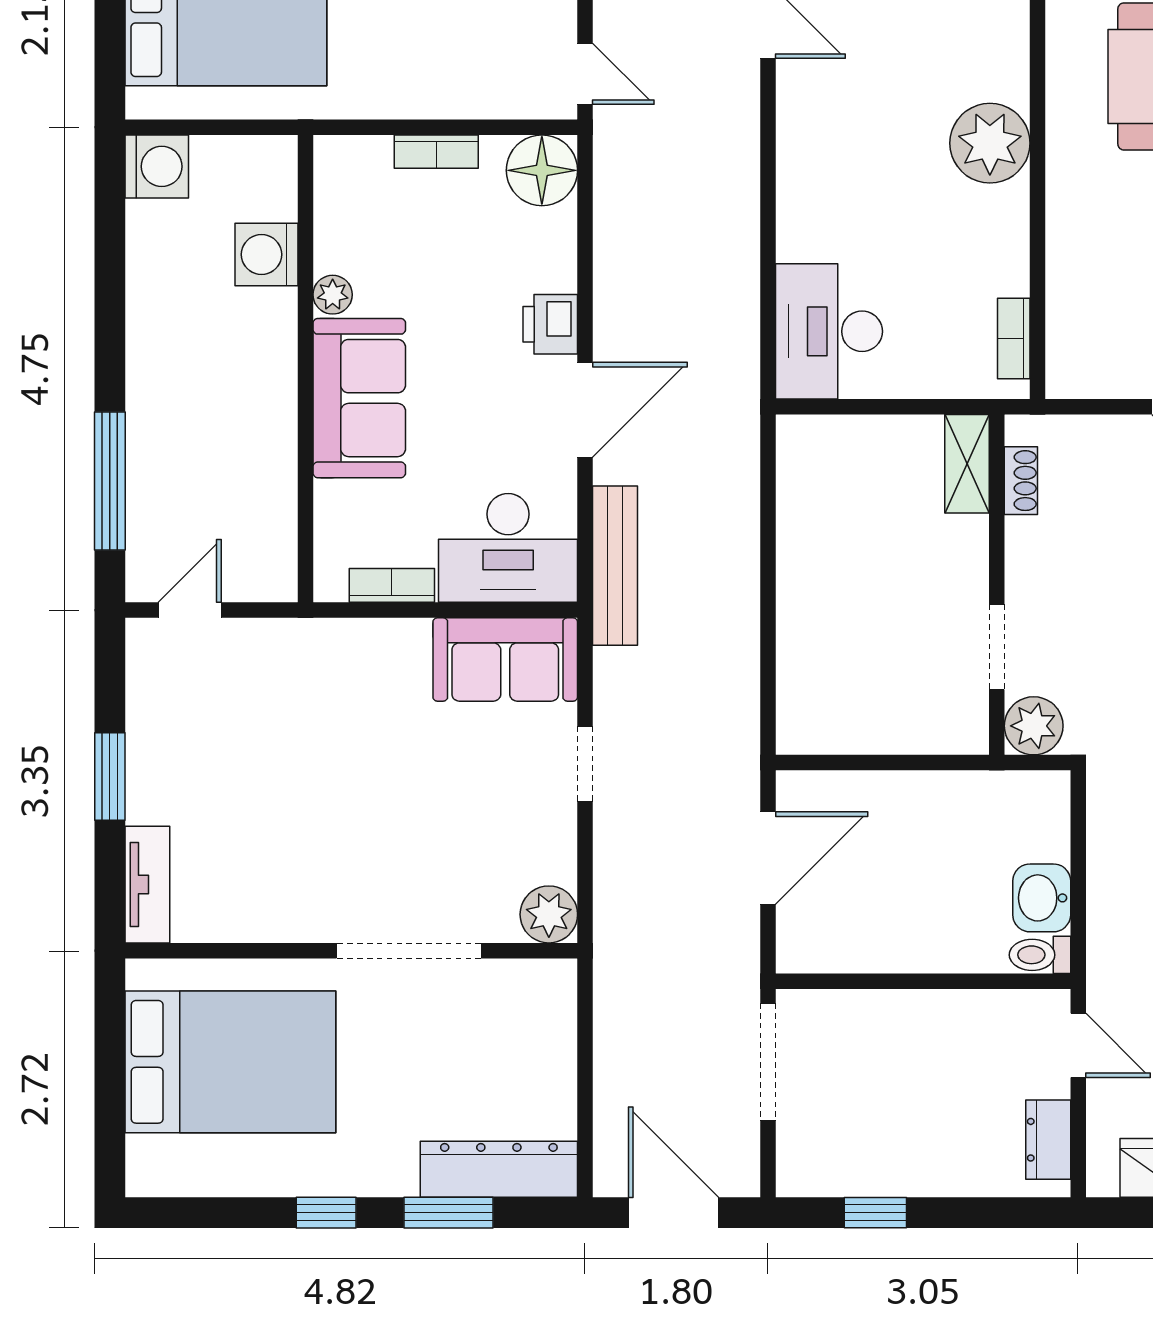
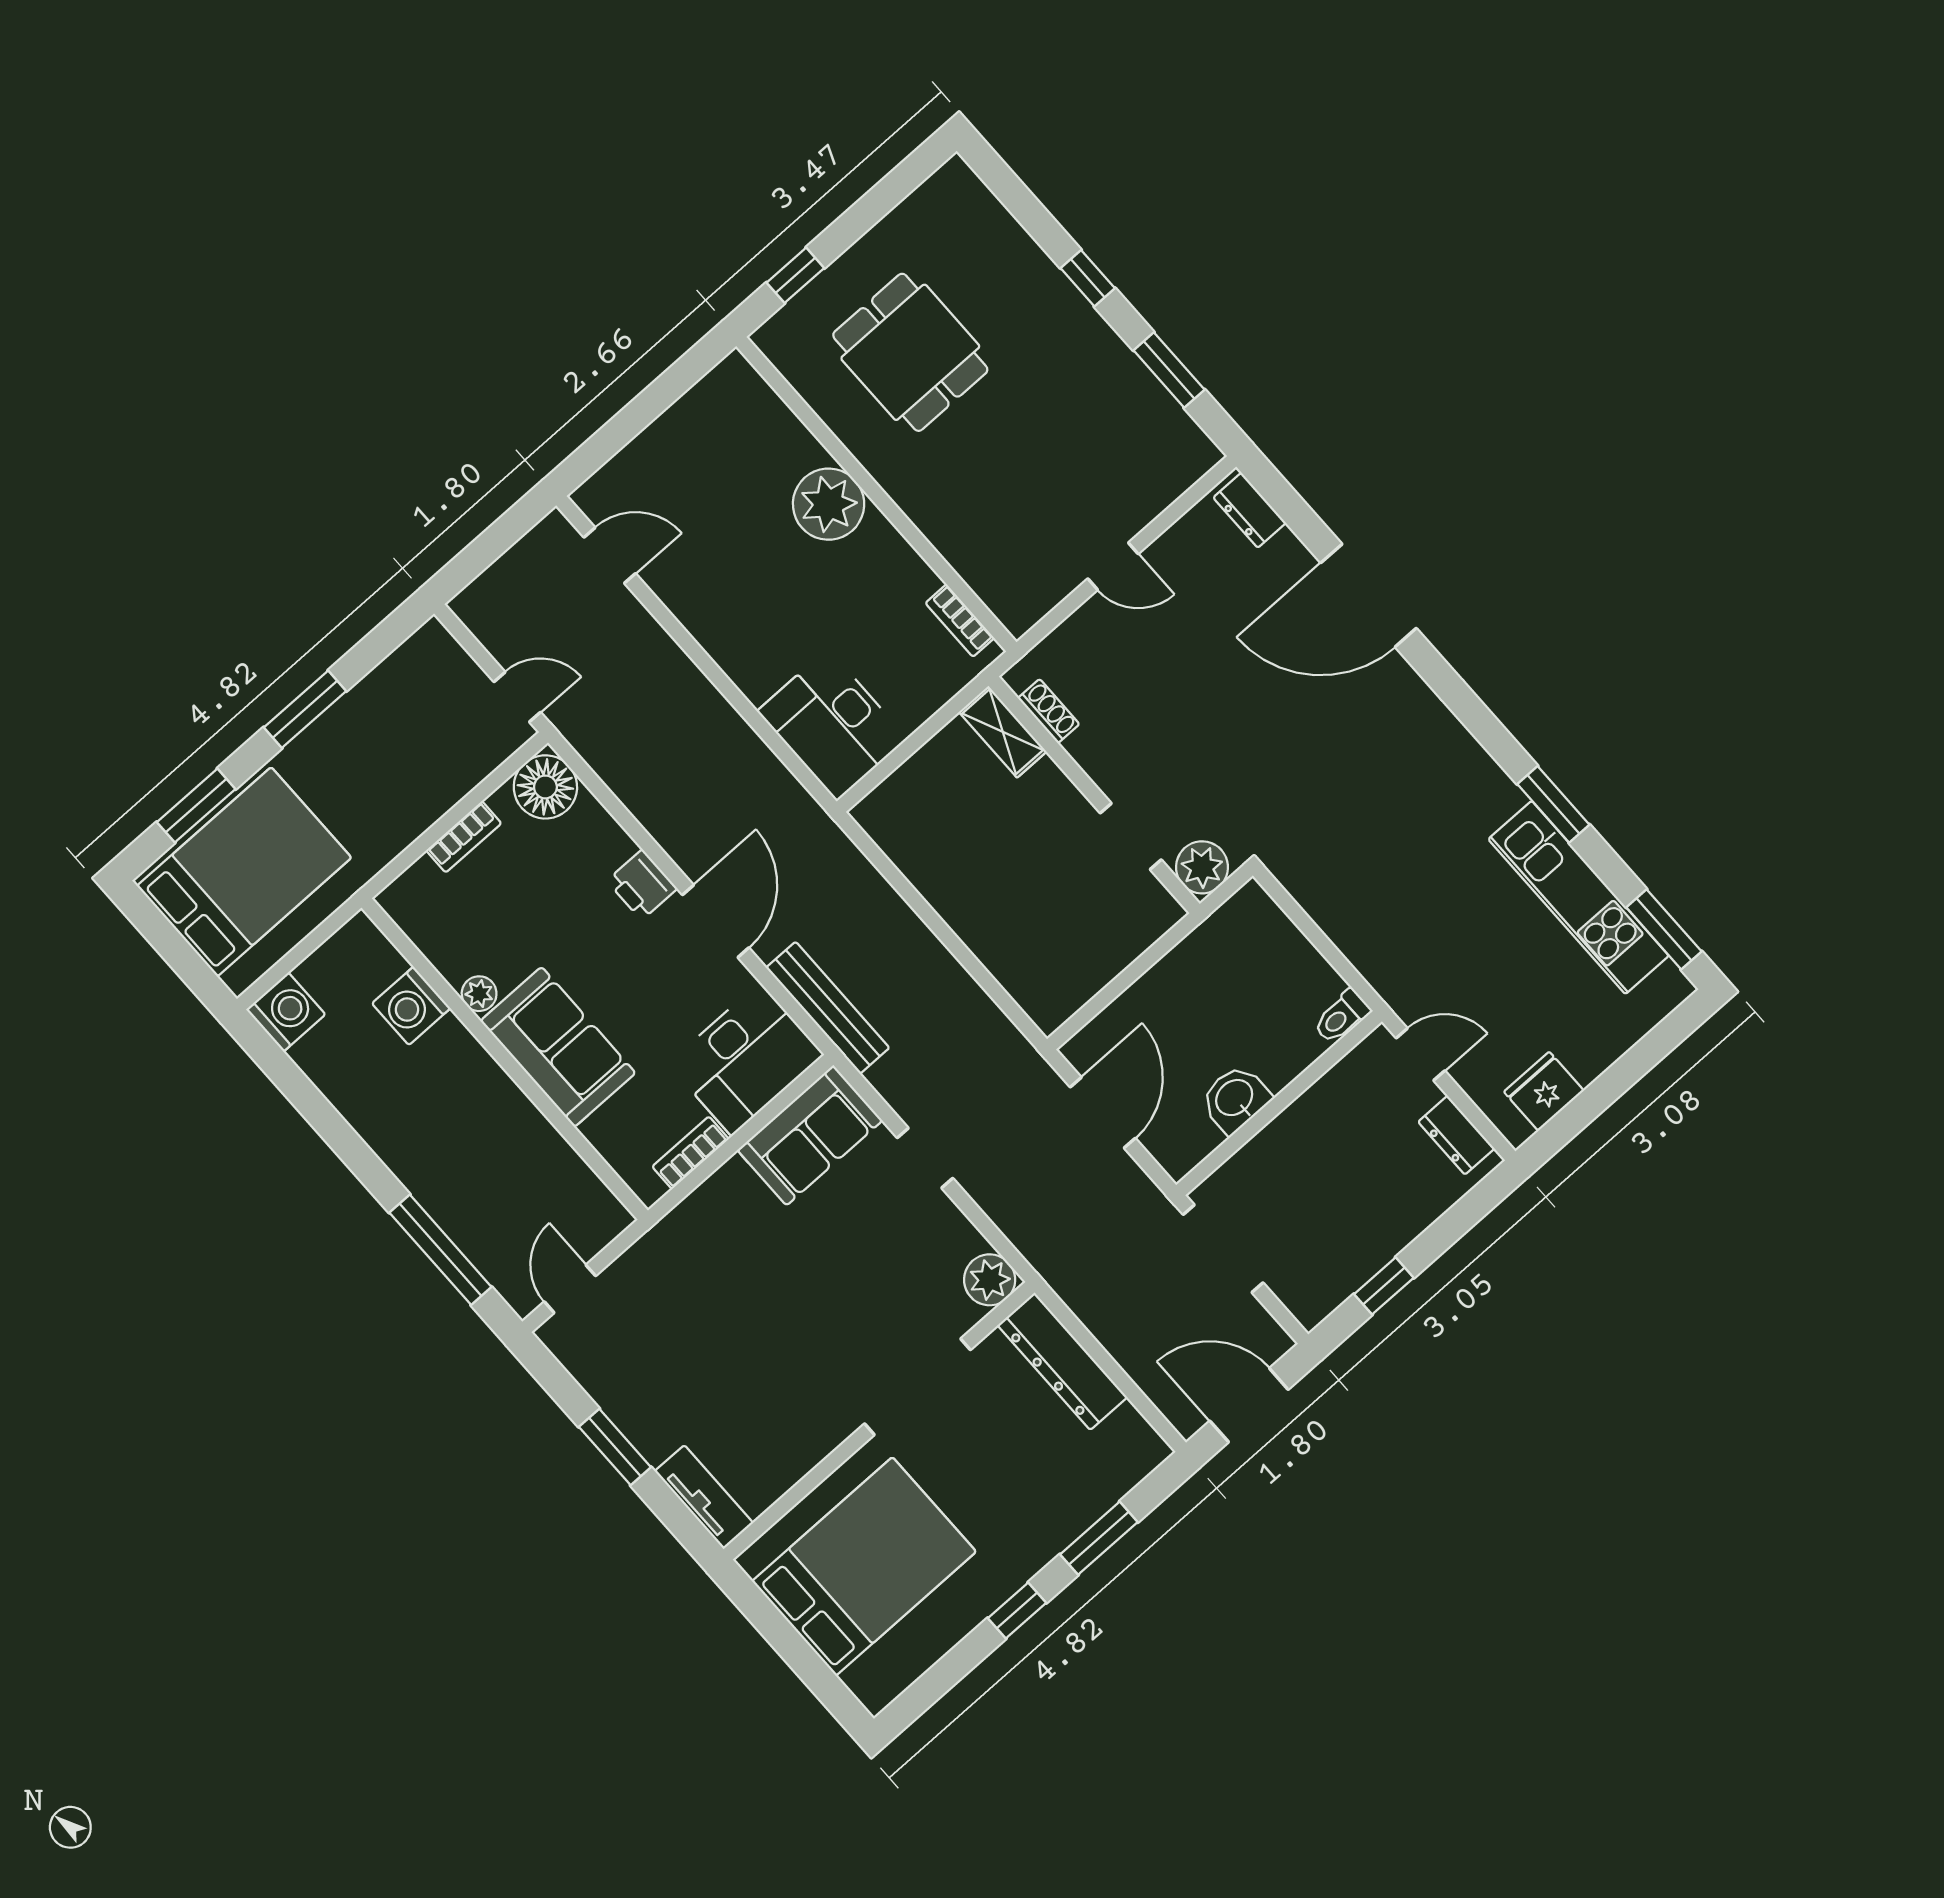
washbasin: (1042, 898) -> (1235, 1099), moved, turned 90
dresser: (499, 1169) -> (1062, 1361), moved, turned -90

